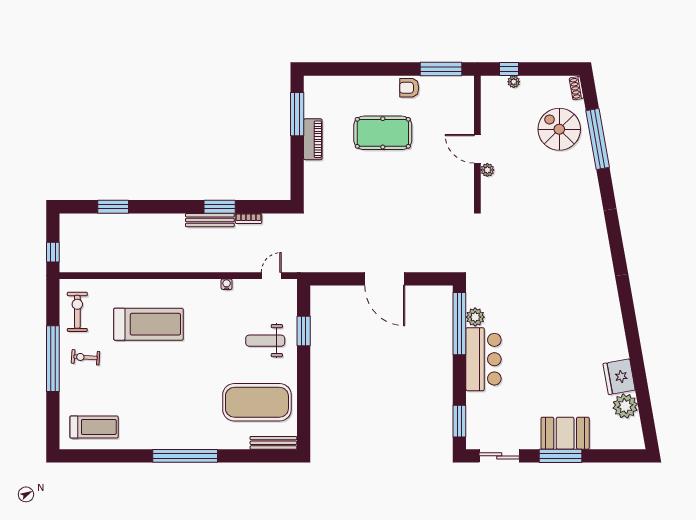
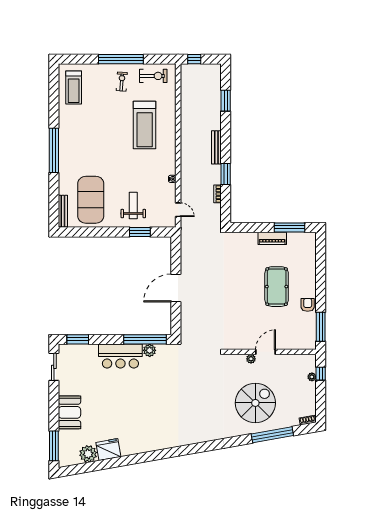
spiral stairs: (559, 129) -> (255, 403), moved, width x1.37, depth x1.37
bench: (210, 220) -> (216, 147), moved
window: (561, 456) -> (54, 446), moved

